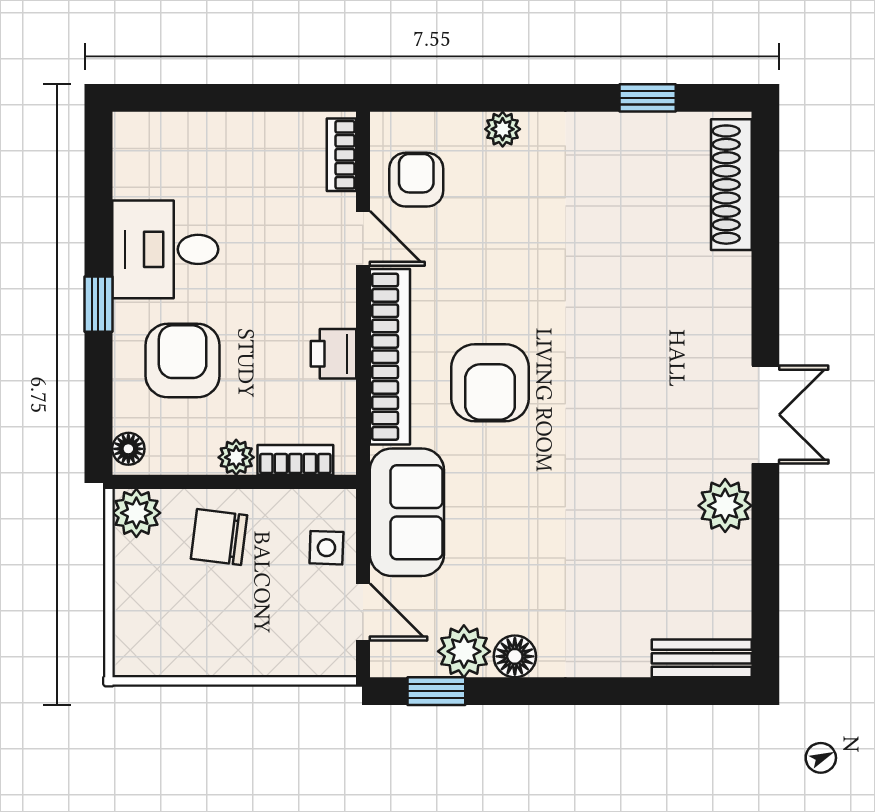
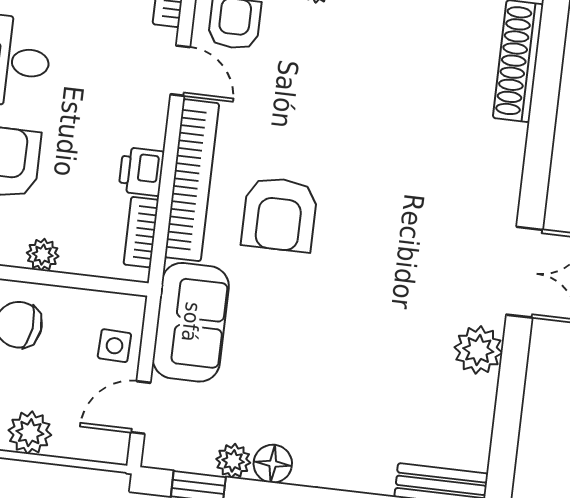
bookcase: (295, 460) -> (141, 232), moved, turned -90
door: (363, 612) -> (141, 407), swing flipped
plant: (464, 651) -> (233, 461), width x0.73, depth x0.73
plant: (245, 654) -> (30, 433), added

